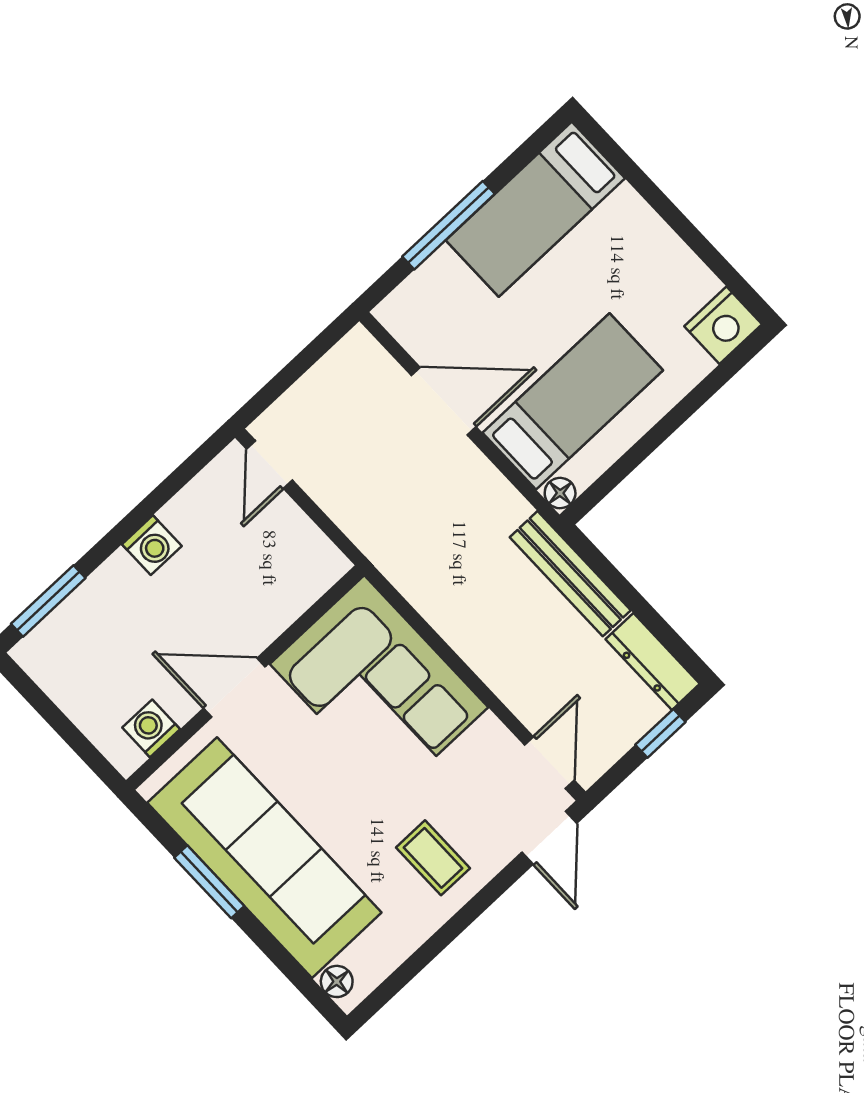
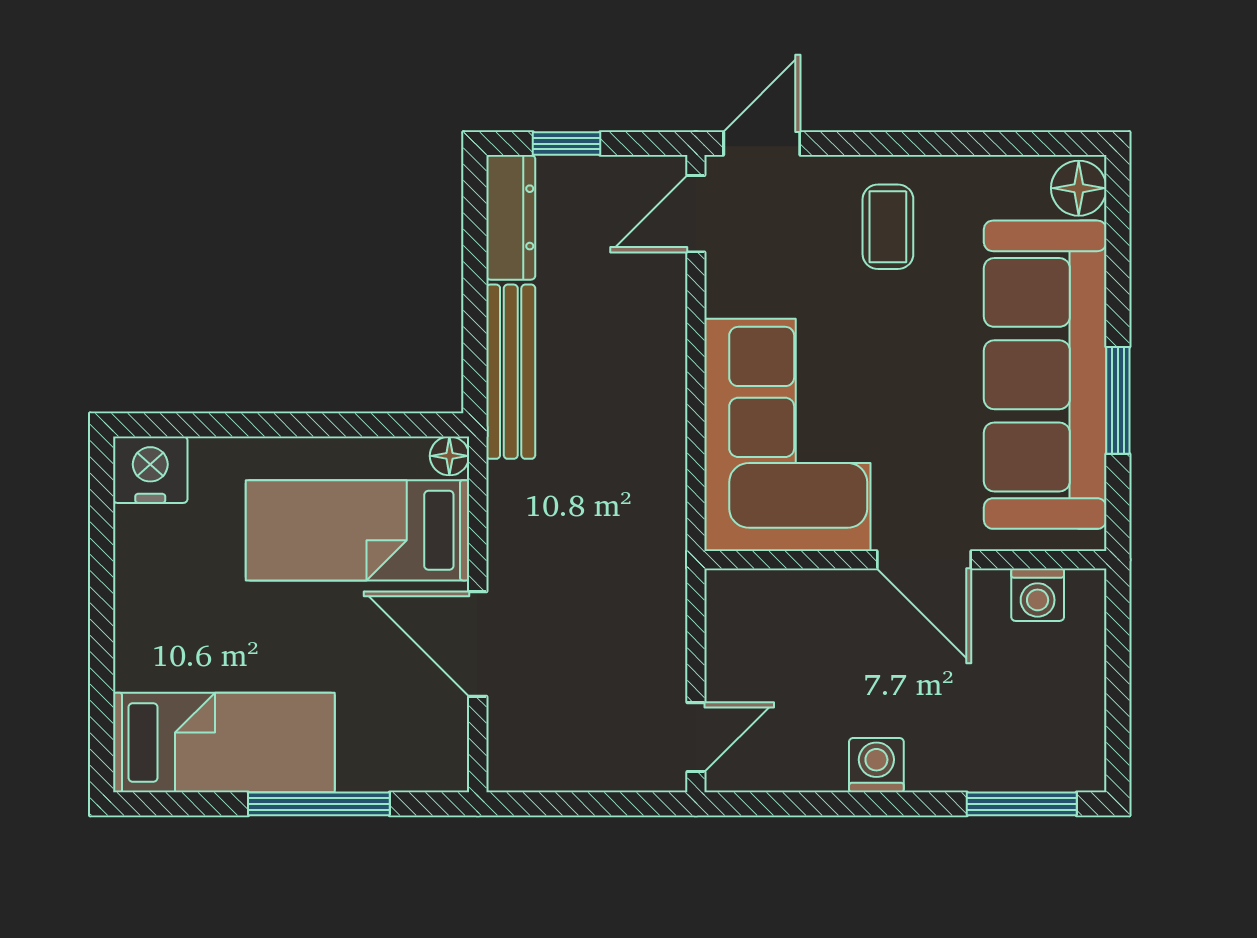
floor lamp: (337, 981) -> (1079, 188), width x1.37, depth x1.37

